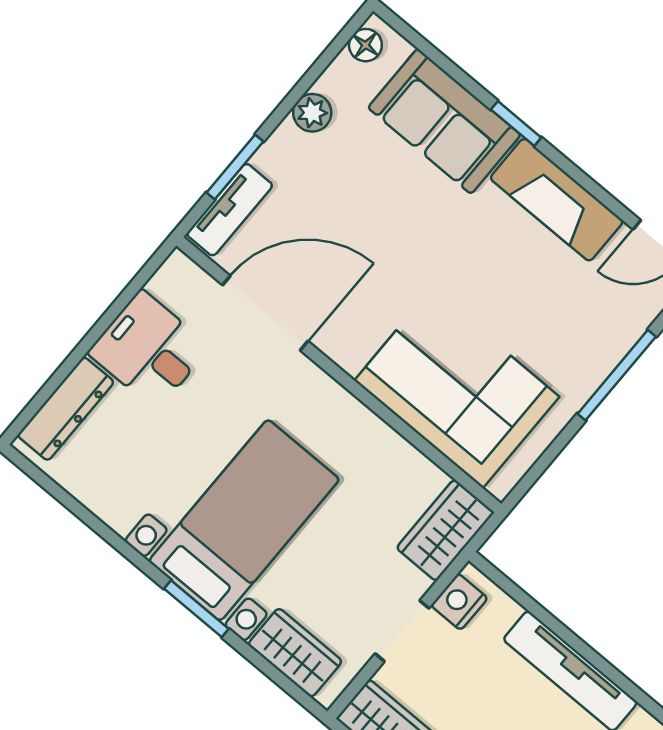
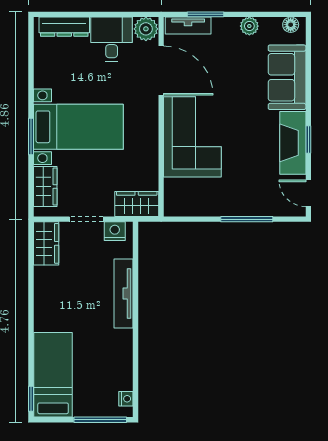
window: (516, 124) -> (308, 139), moved
plant: (178, 281) -> (146, 29), added
corner sofa: (457, 389) -> (192, 137), moved

